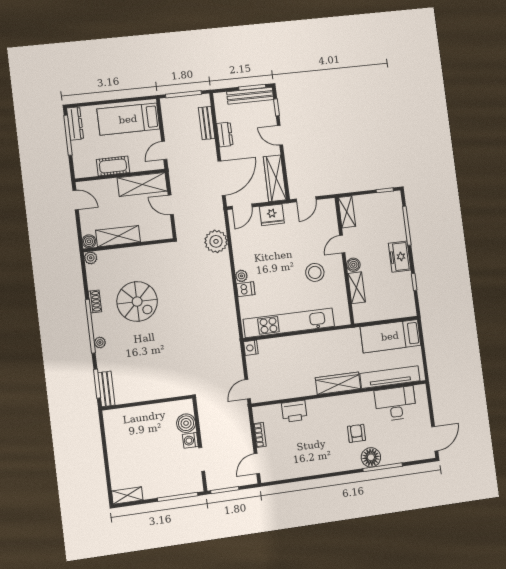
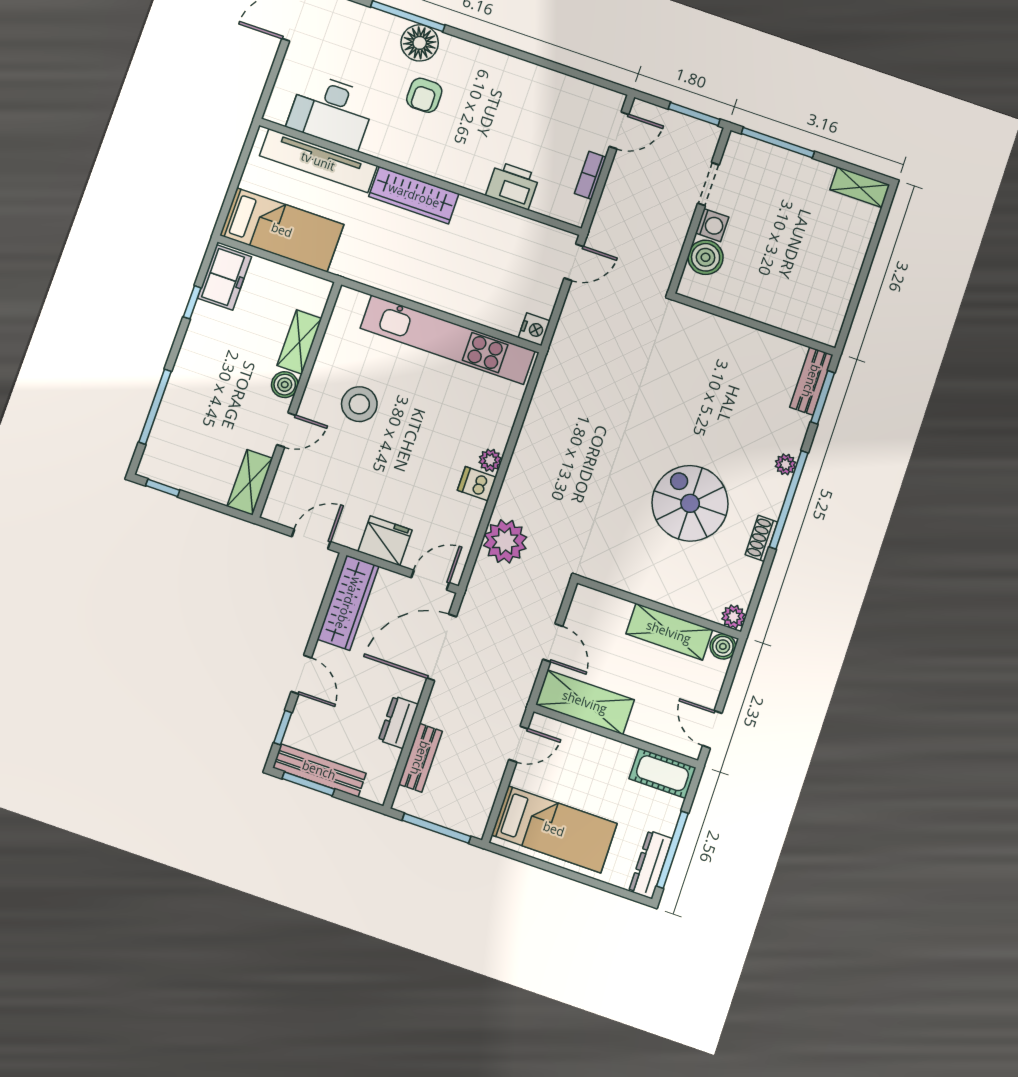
cot: (113, 166) -> (663, 773), moved
freezer: (400, 257) -> (224, 277), moved
dishwasher: (246, 289) -> (477, 484), moved

